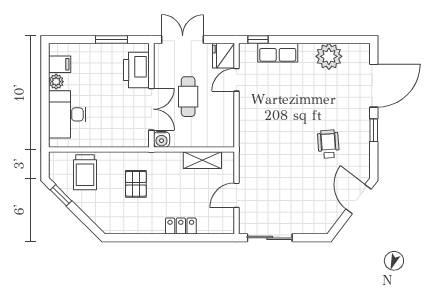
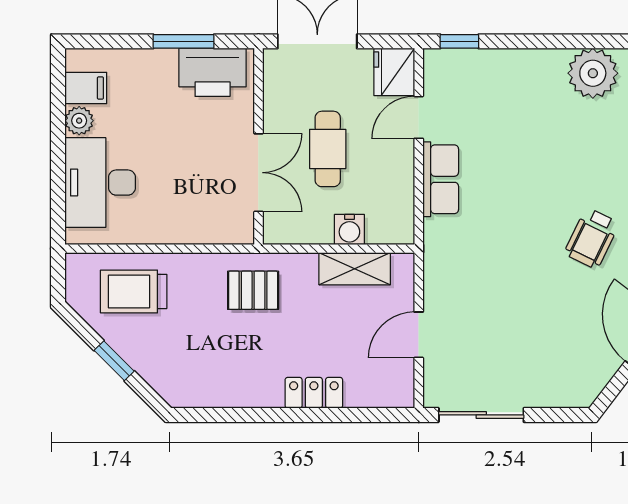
row of seats: (278, 53) -> (441, 179), moved, turned -90
printer: (136, 70) -> (213, 72), moved, turned -90
water cooler: (162, 139) -> (349, 229), moved
wheelchair: (328, 144) -> (592, 238), turned -150
trolley: (85, 172) -> (134, 291), turned 90
pallet: (136, 184) -> (253, 290), moved, turned 90
window: (61, 195) -> (114, 361), moved

